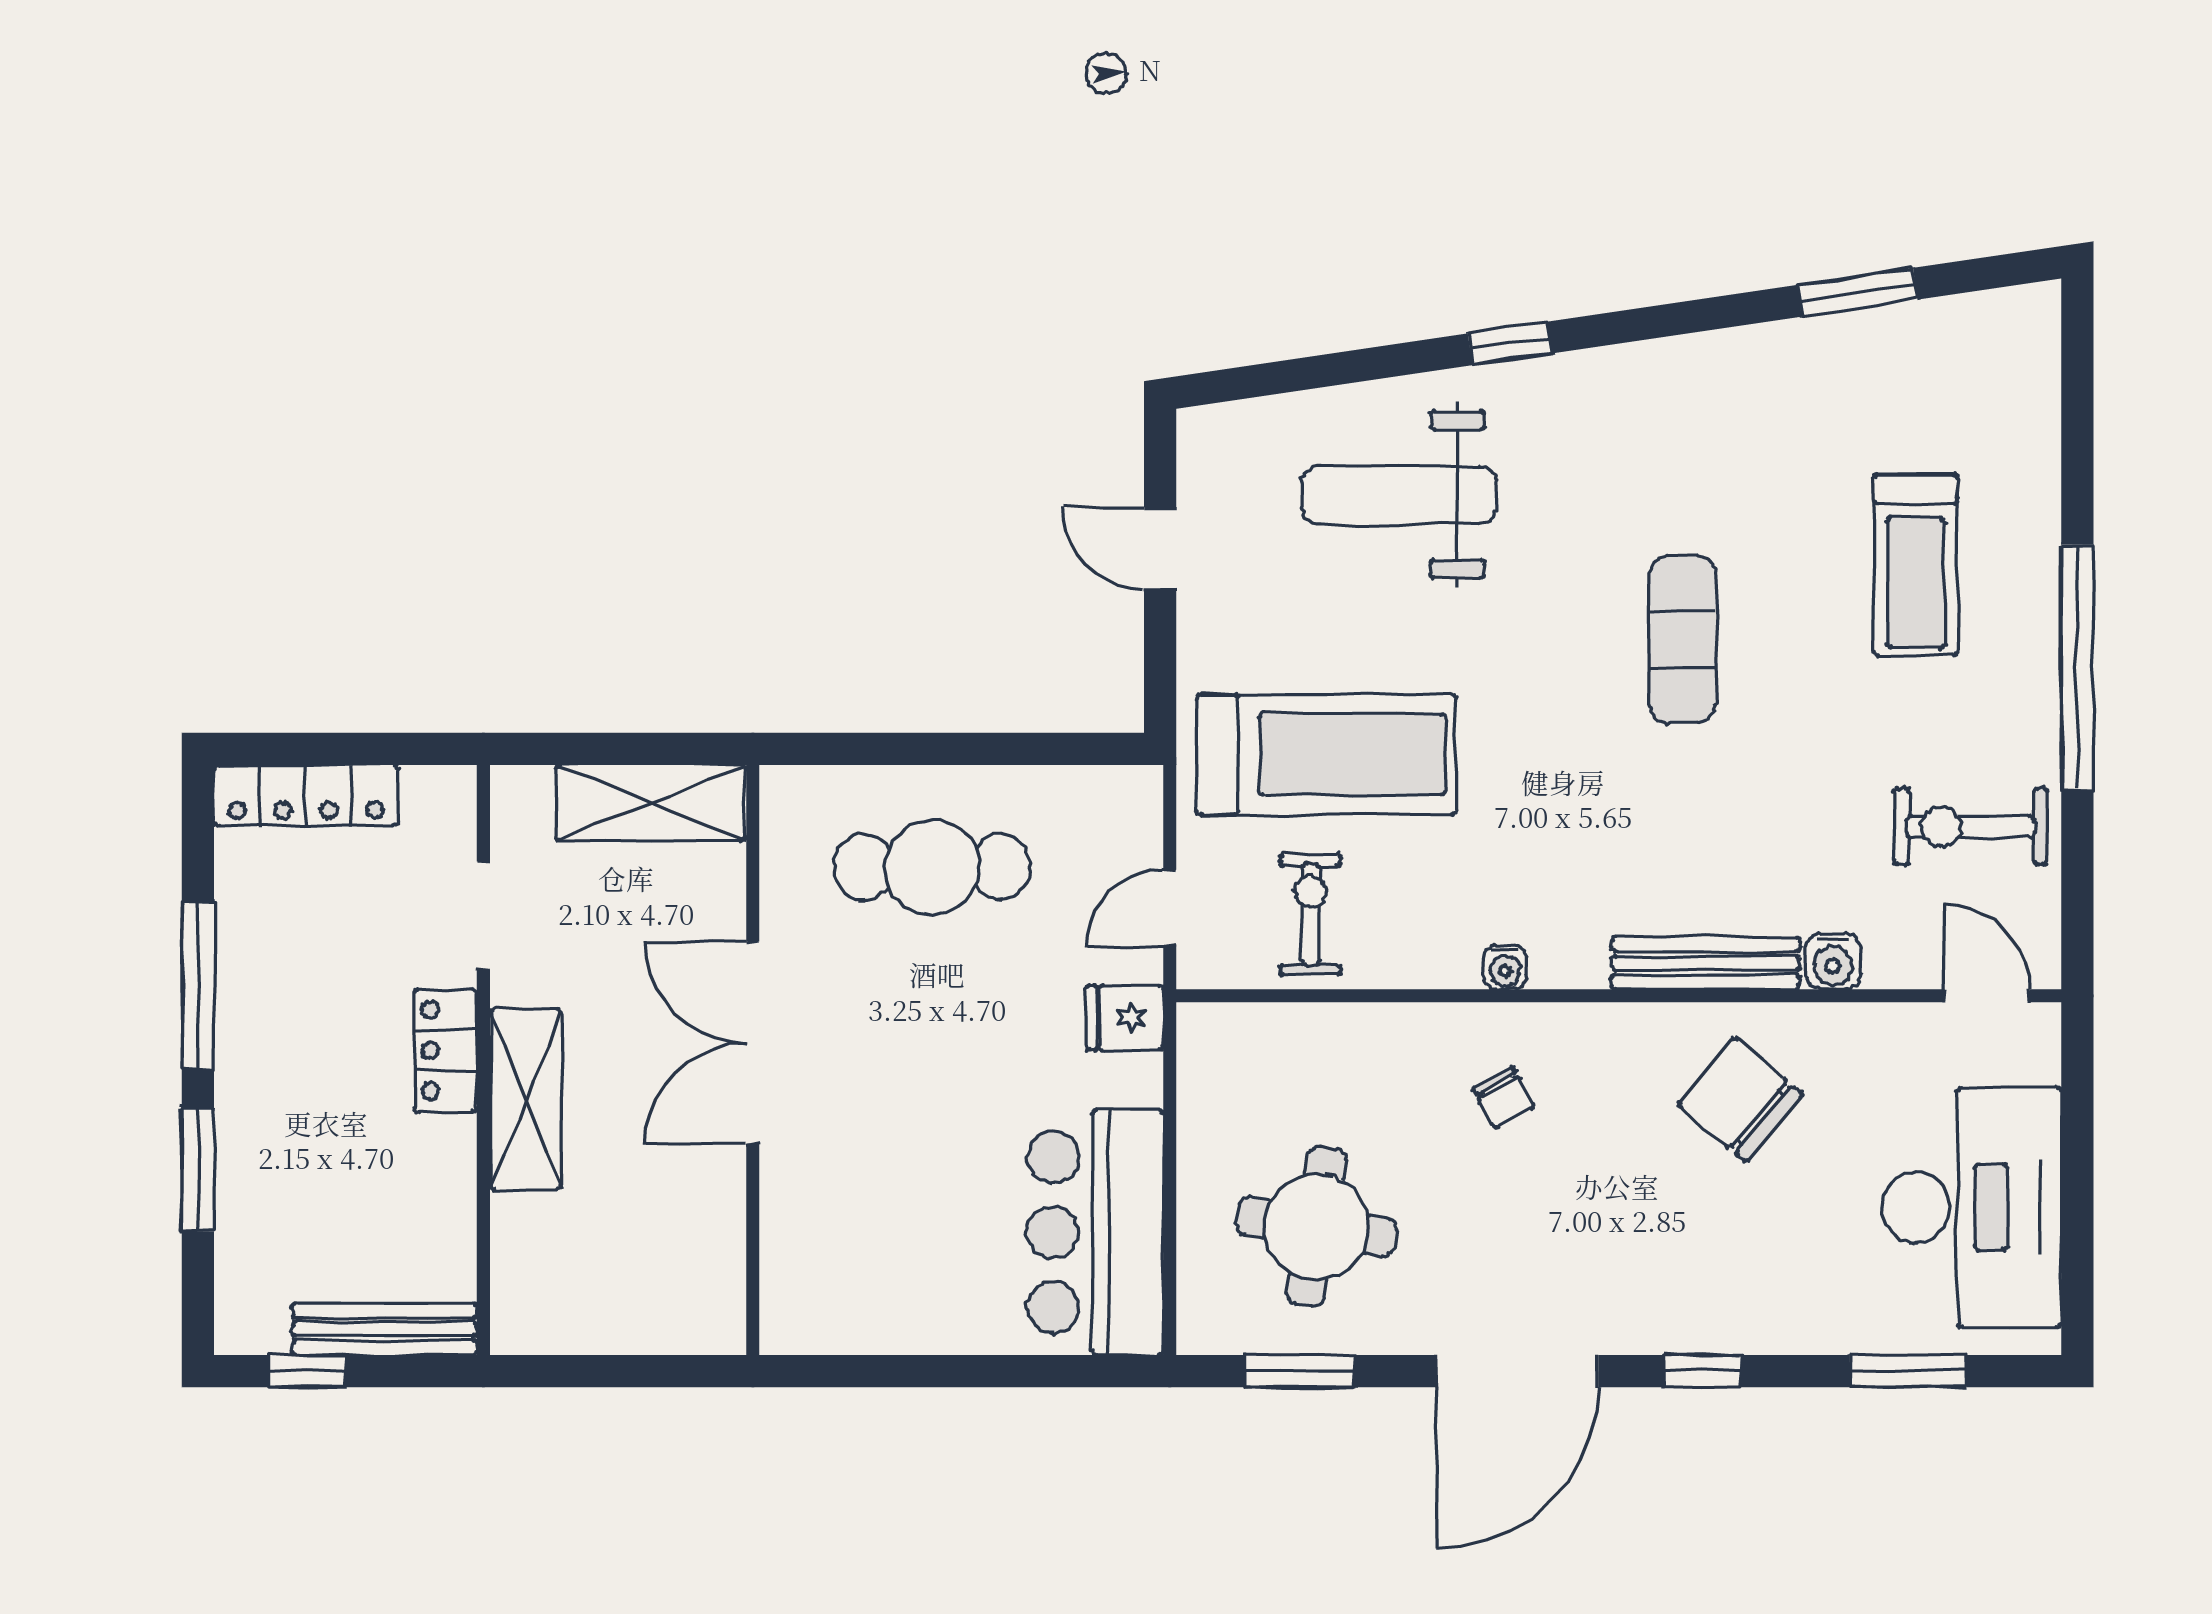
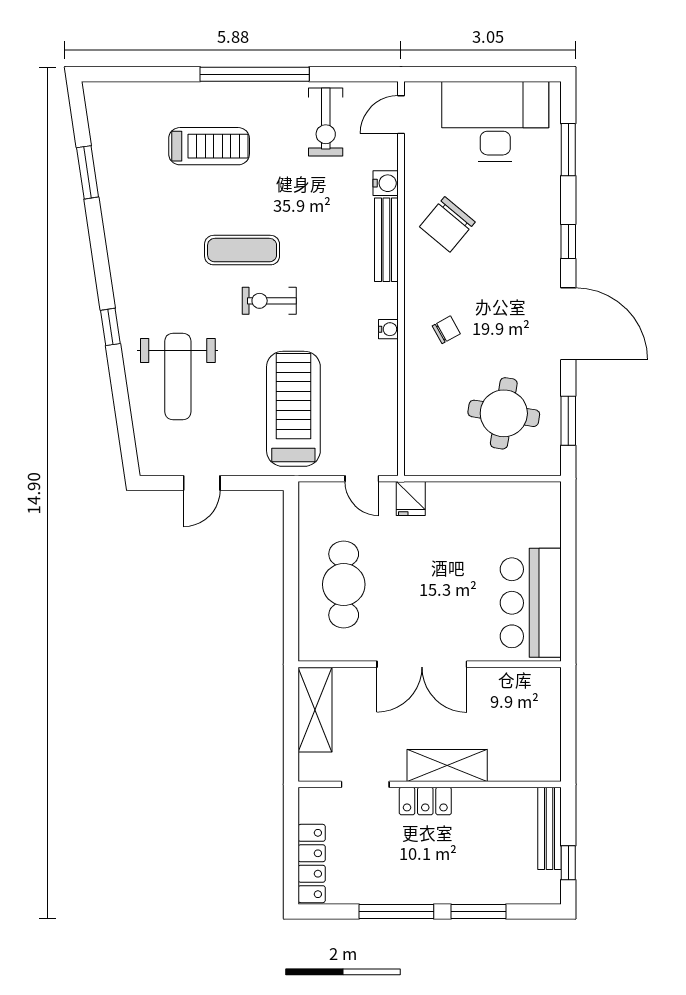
exercise bike: (1311, 915) -> (269, 301), moved
bar counter: (1095, 1232) -> (531, 603), moved, turned 90

